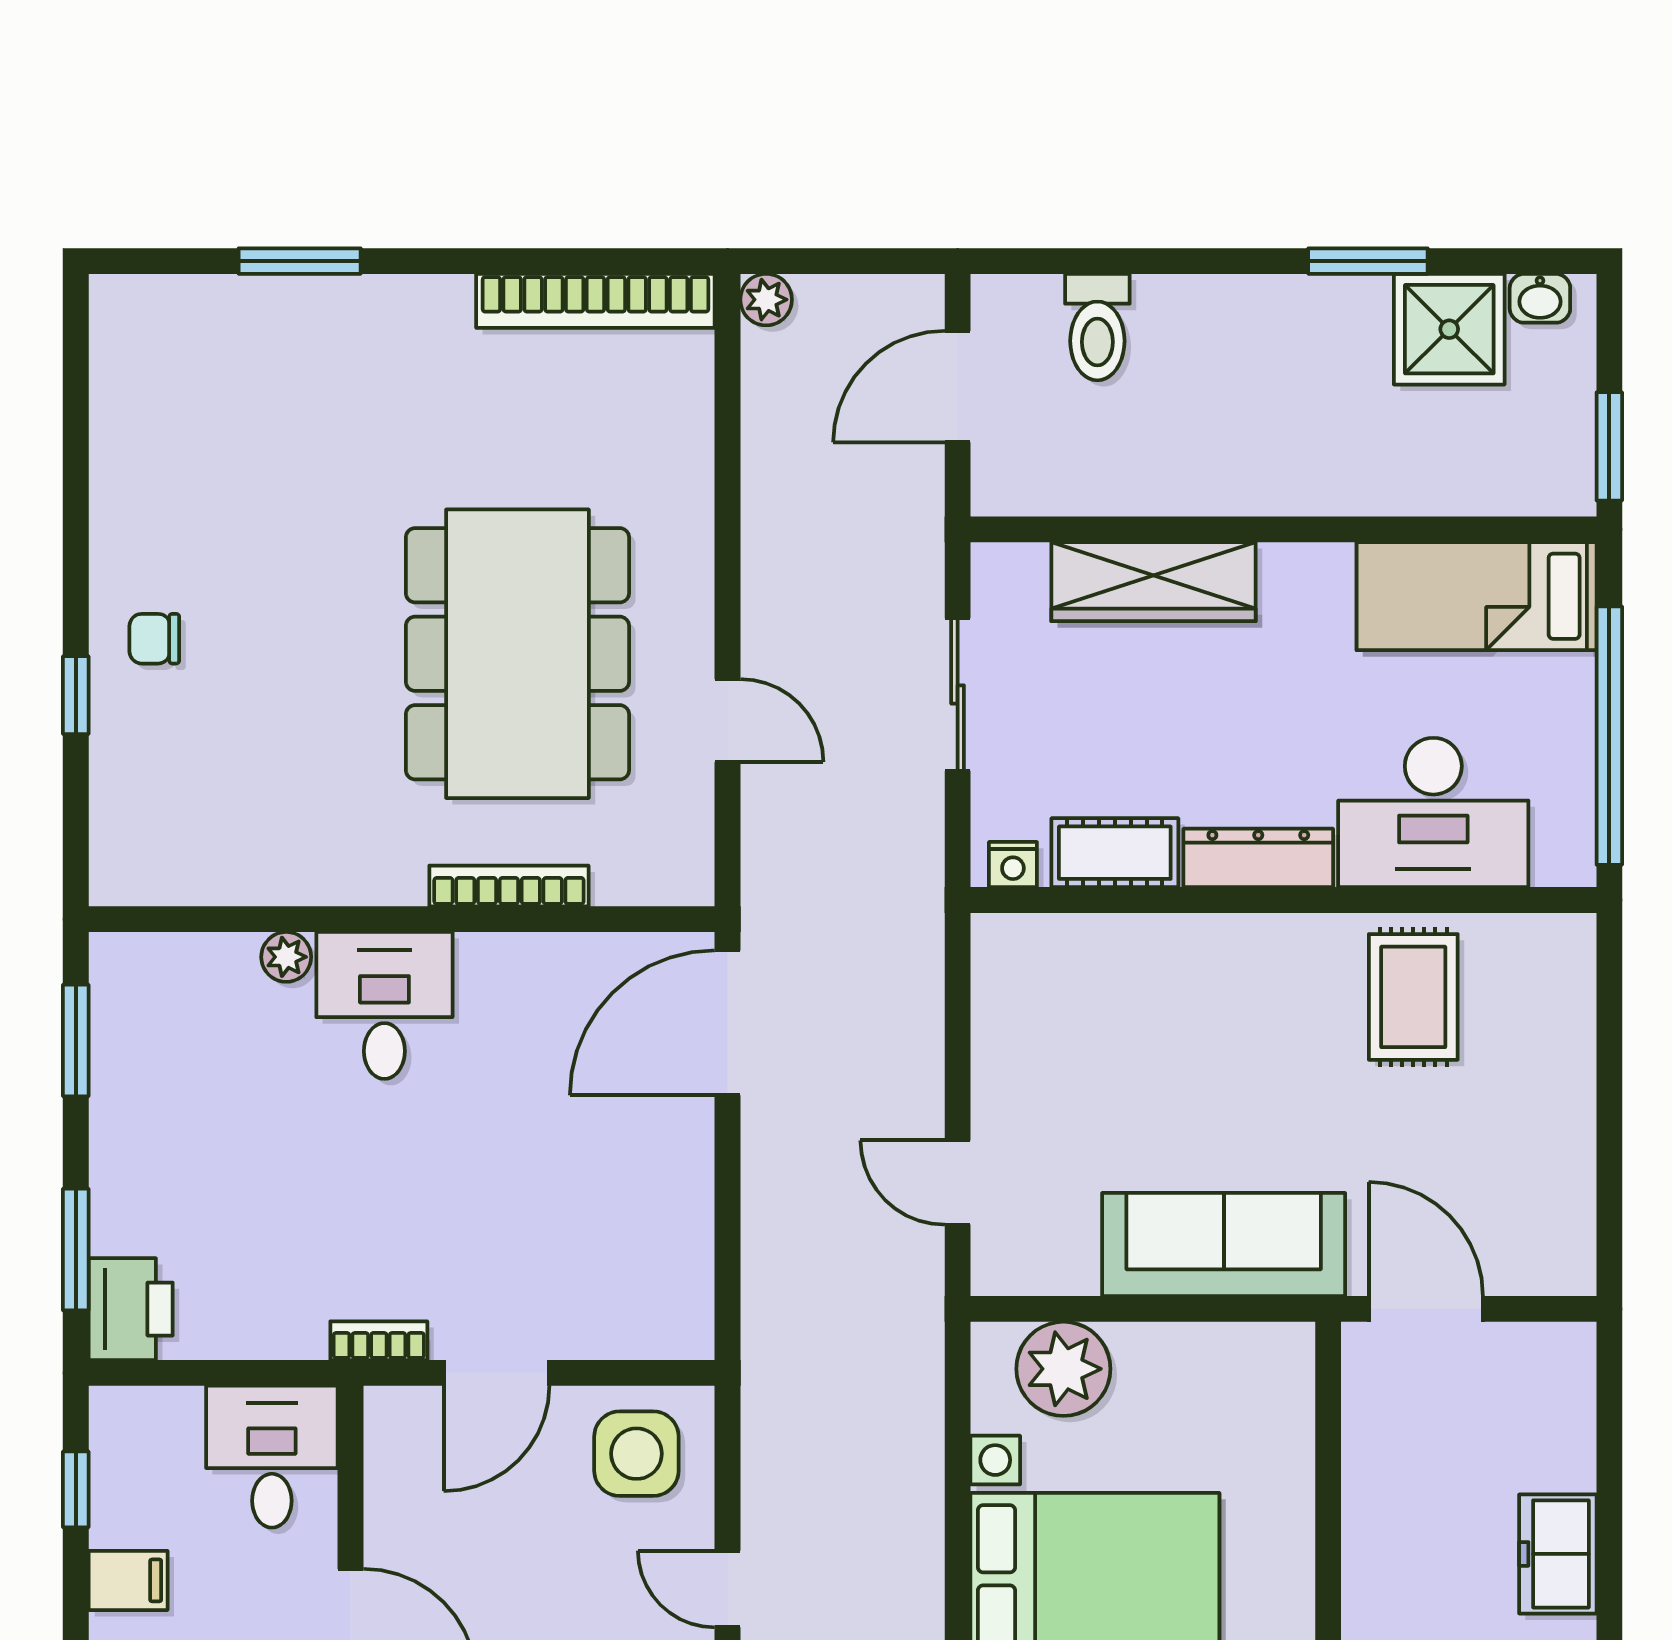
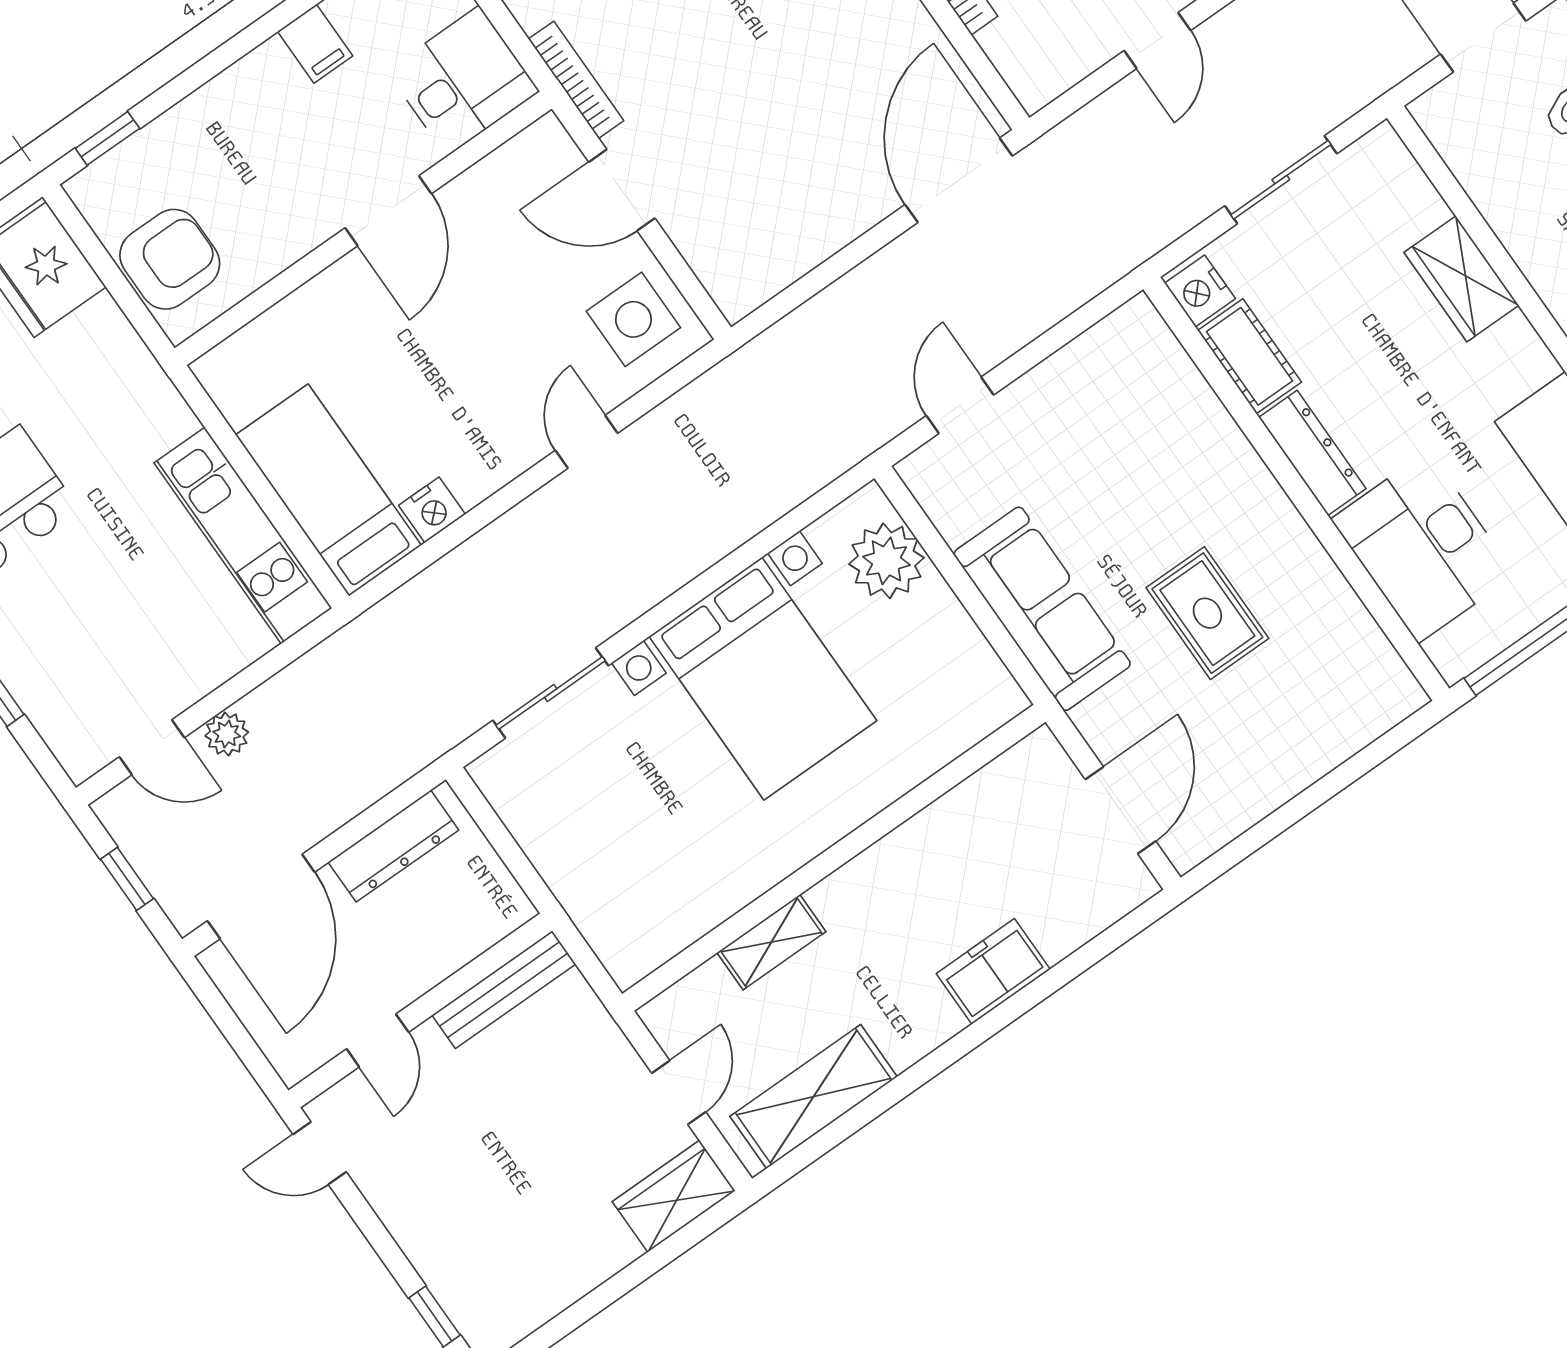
wardrobe: (1154, 582) -> (1461, 279), width x0.67
nightstand: (1013, 865) -> (1200, 291), width x1.39, depth x1.35
rug: (1413, 997) -> (1207, 613), moved, turned 90
door: (728, 1023) -> (959, 180), hinge flipped
door: (1426, 1309) -> (1121, 810), moved
bookcase: (379, 1341) -> (576, 80), width x1.56

